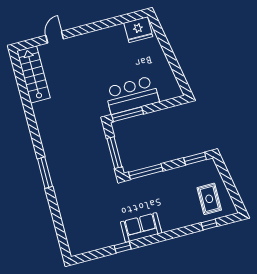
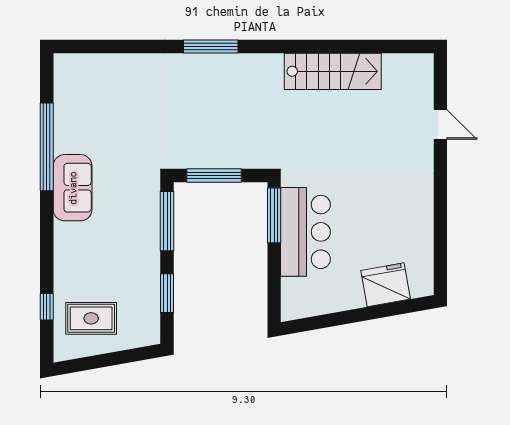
fridge: (138, 30) -> (386, 285), moved, turned 80
stairs: (34, 74) -> (333, 71), moved
window: (195, 159) -> (167, 293), moved
window: (123, 247) -> (47, 147), width x3.17

